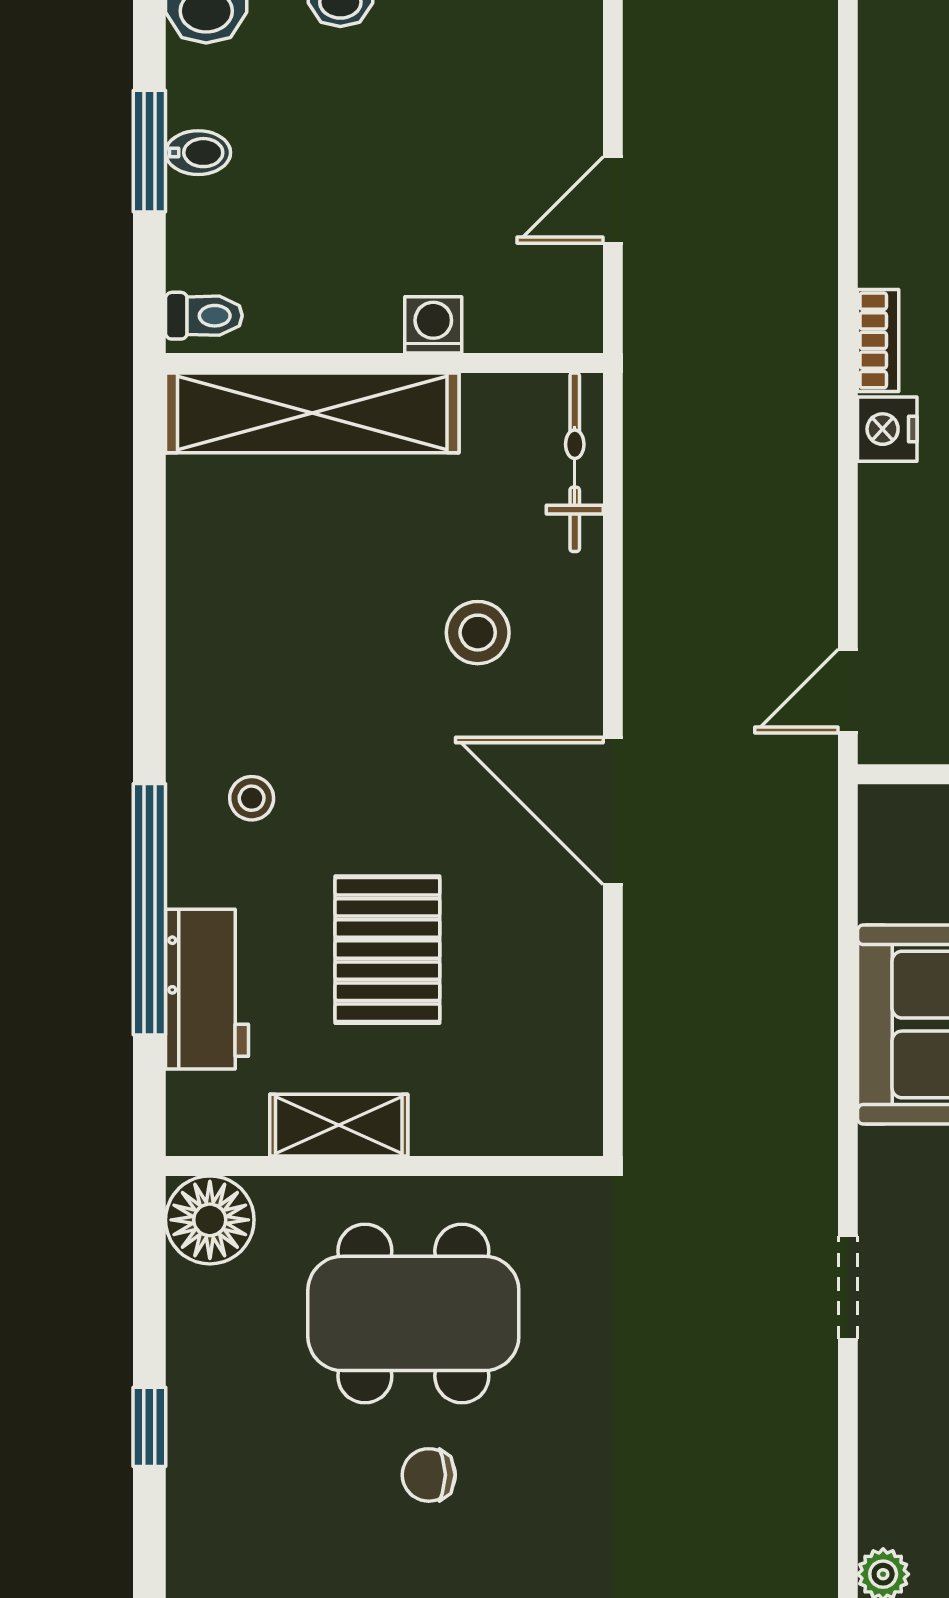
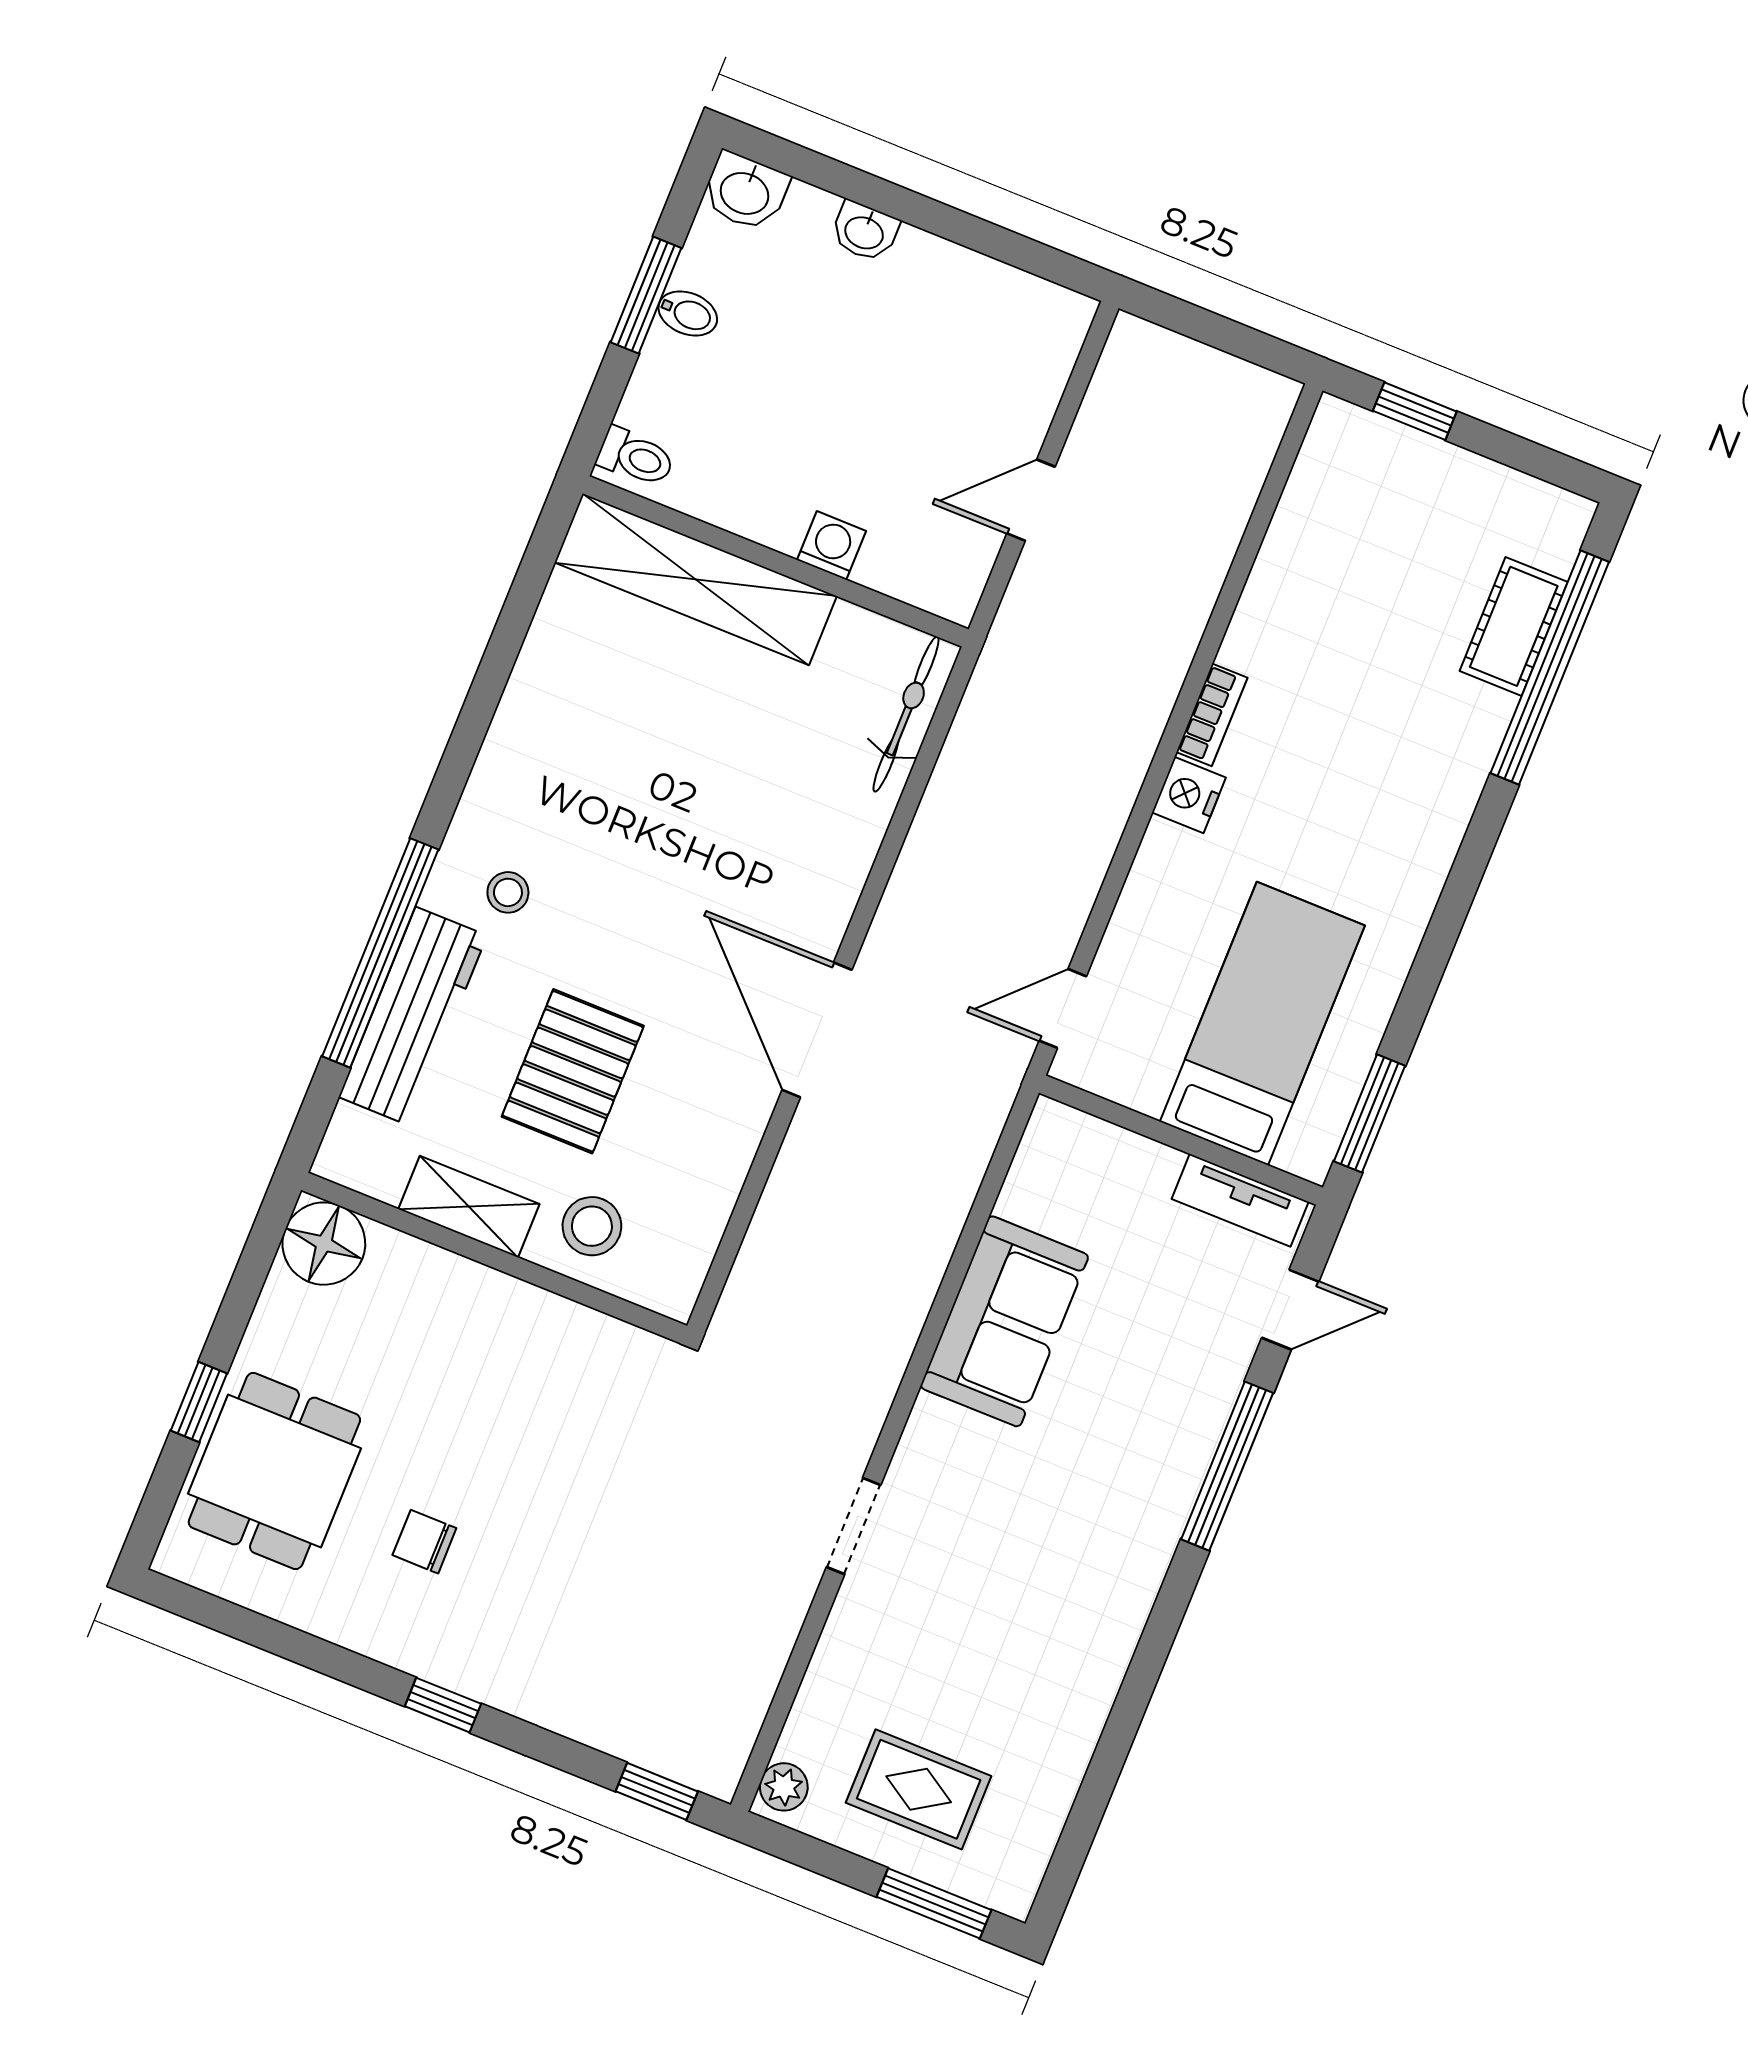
stool: (478, 633) -> (592, 1226), moved
workbench: (207, 989) -> (413, 1016), width x1.38
dining table: (413, 1313) -> (274, 1471), moved, width x0.73

